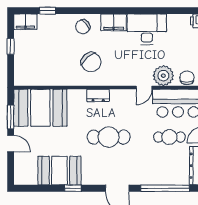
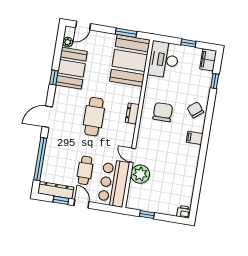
filing cabinet: (114, 22) -> (195, 138), width x0.50
desk: (147, 29) -> (164, 60), moved, turned 180
chair: (91, 62) -> (163, 112), turned 131
chair: (187, 78) -> (135, 195), removed
door: (11, 144) -> (83, 26), moved
plant: (31, 179) -> (68, 42), added

